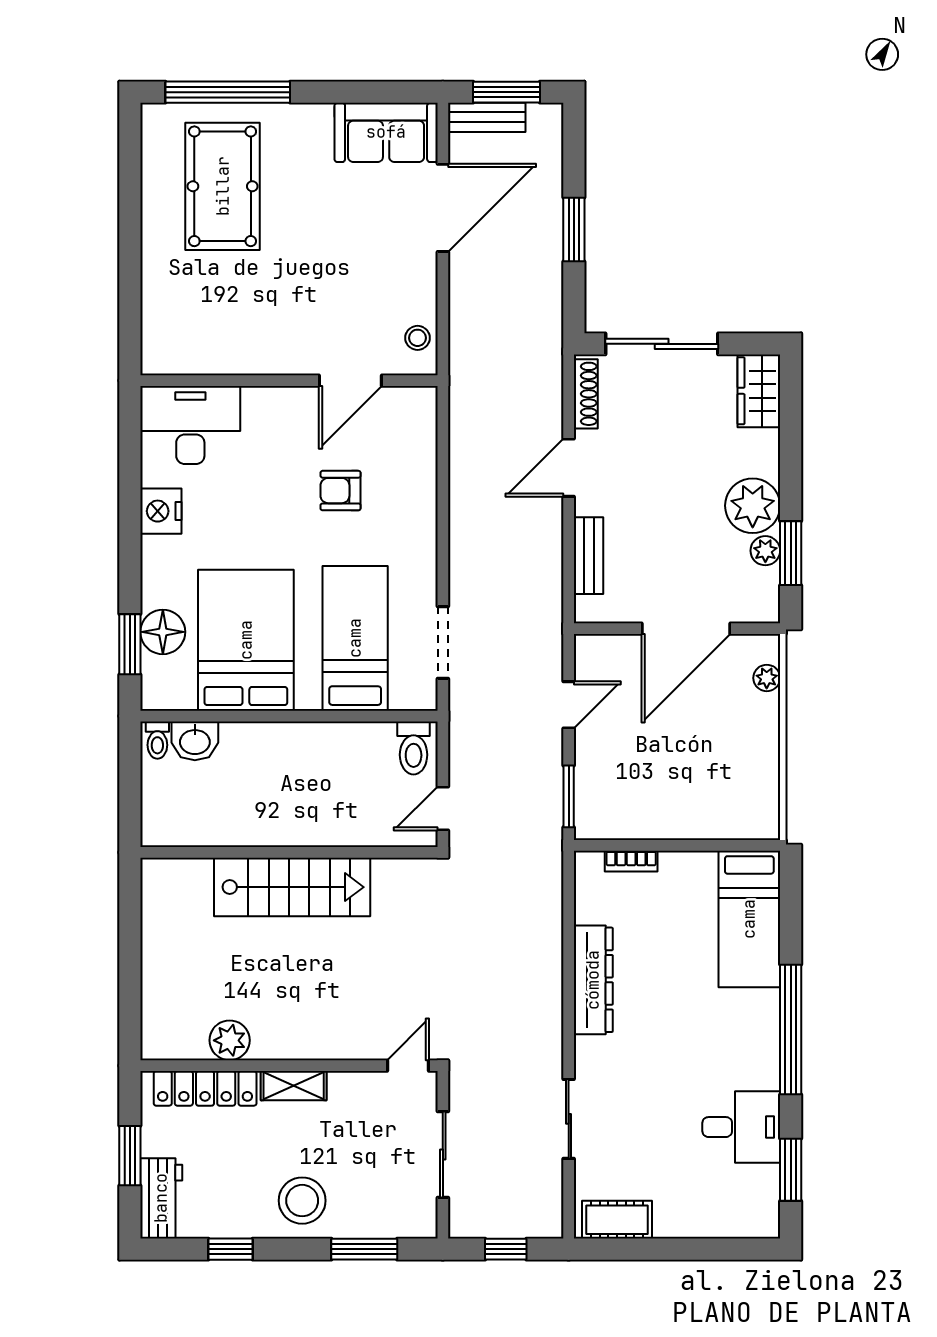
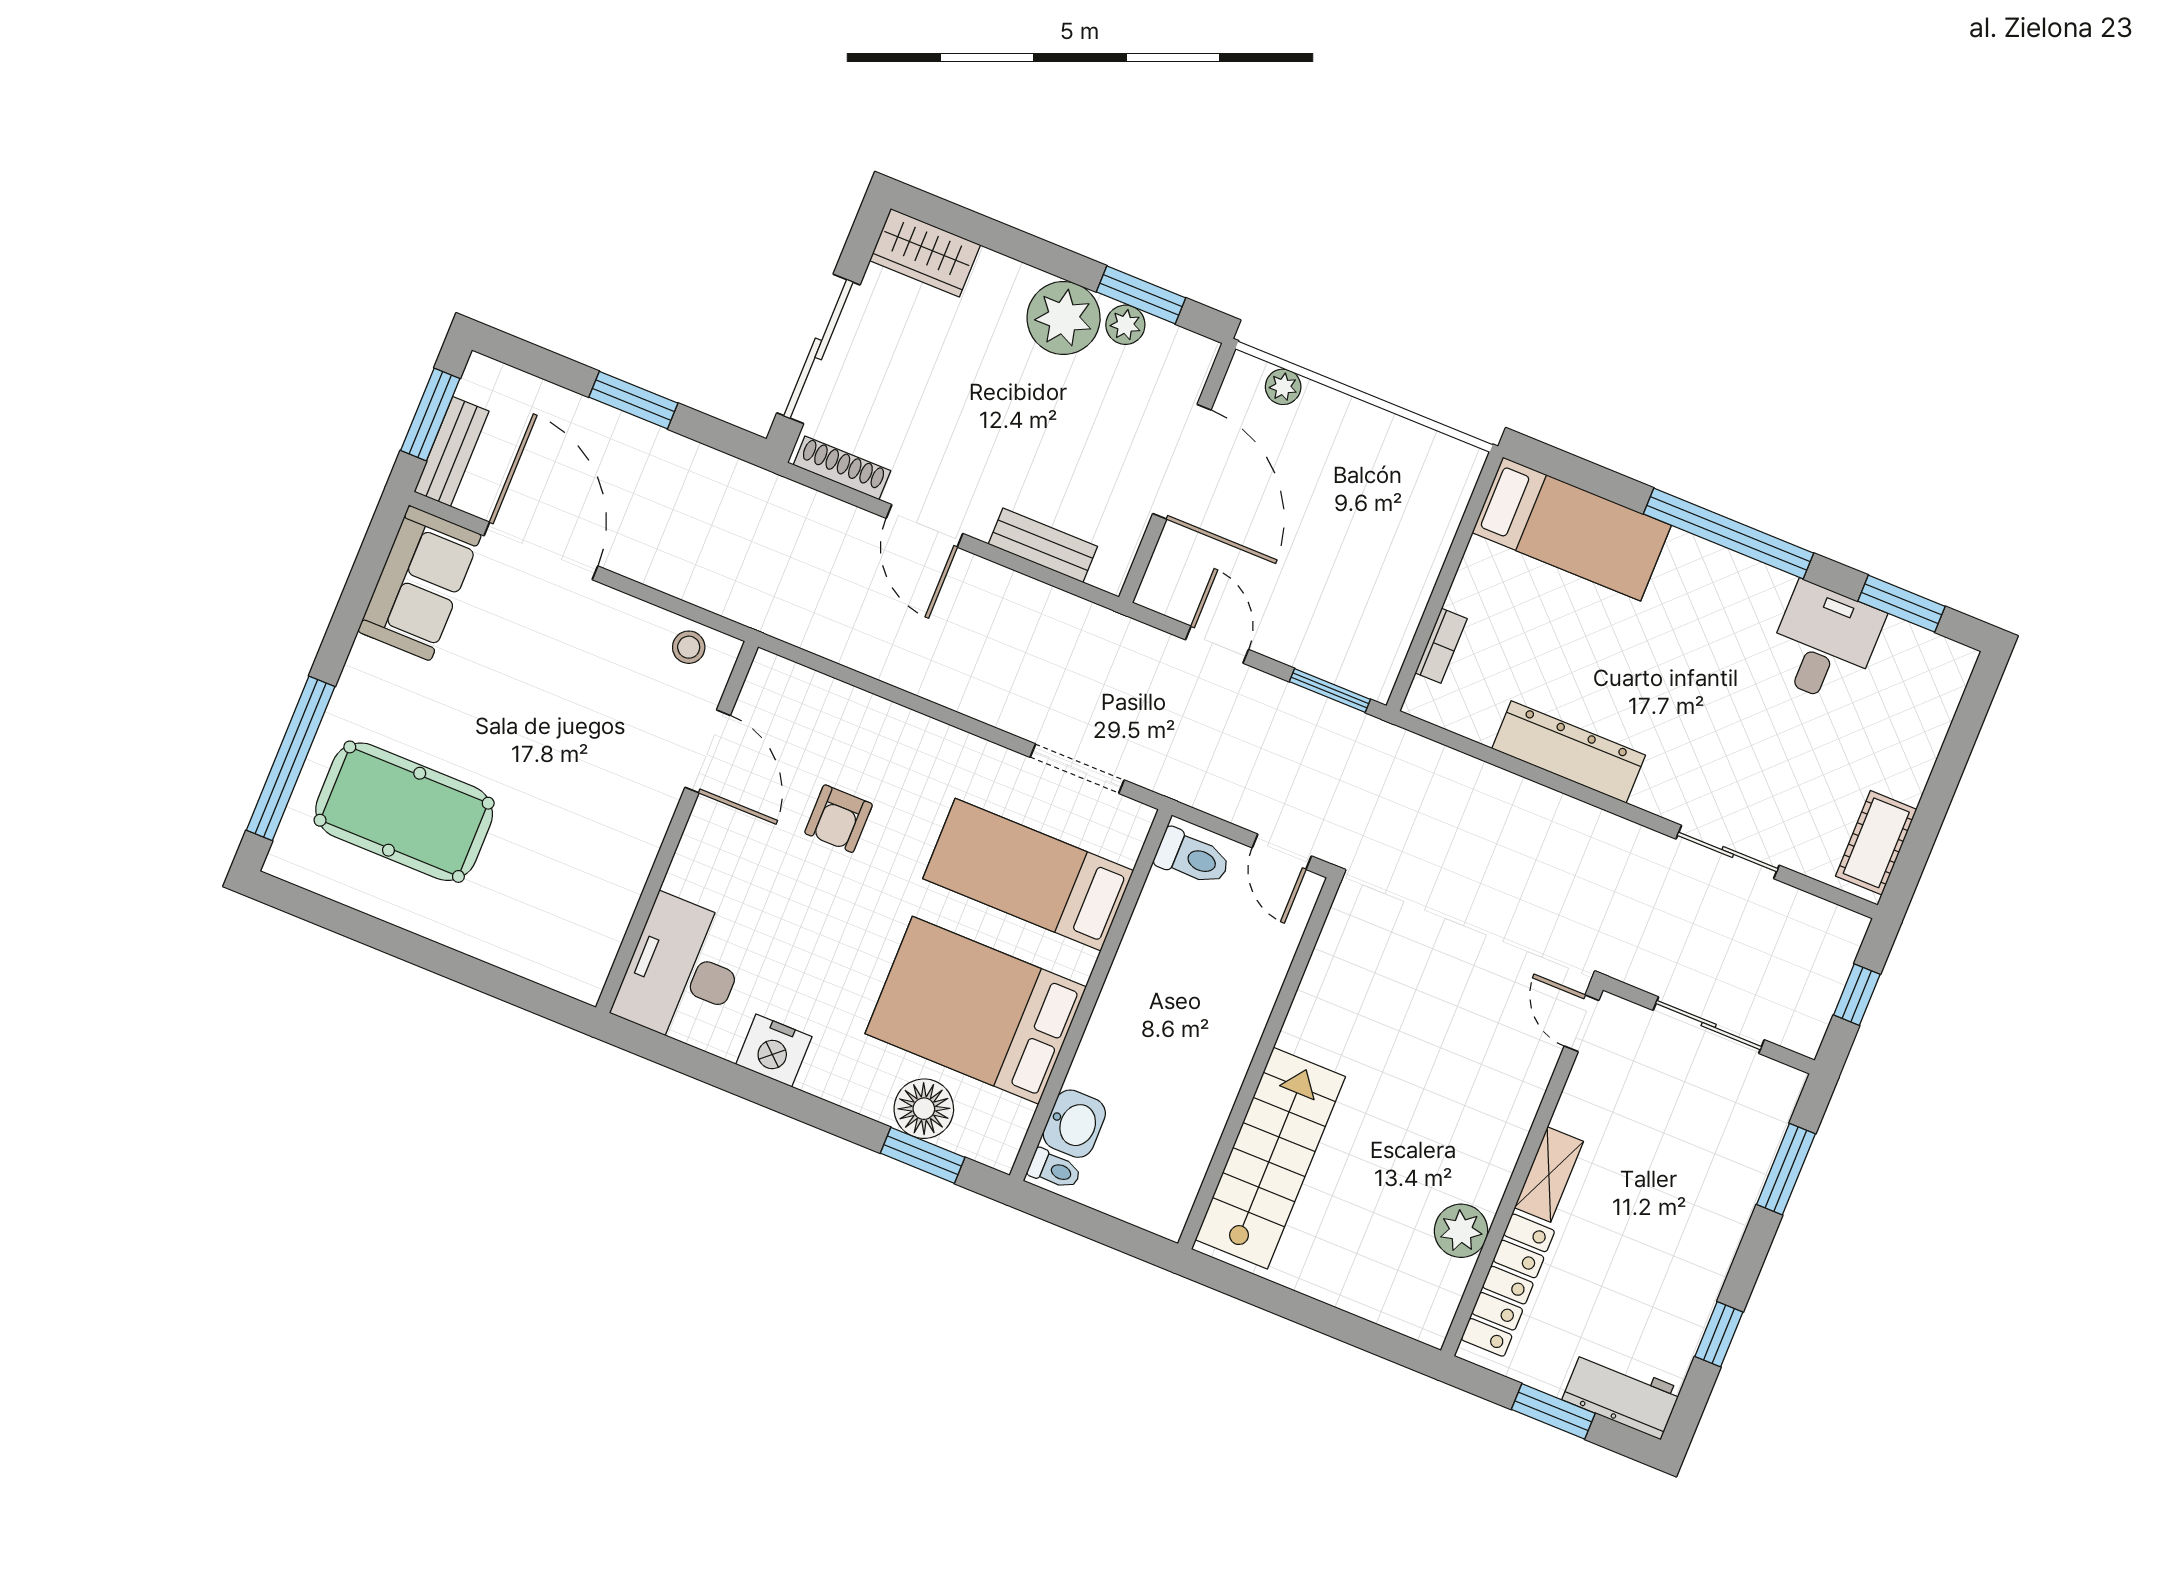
stairs: (292, 887) -> (1270, 1158), moved
stool: (302, 1201) -> (1695, 1222), removed

